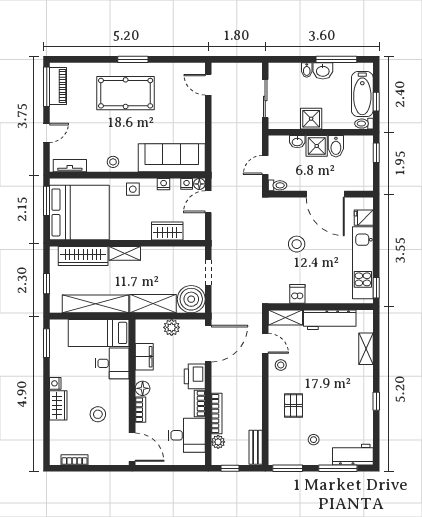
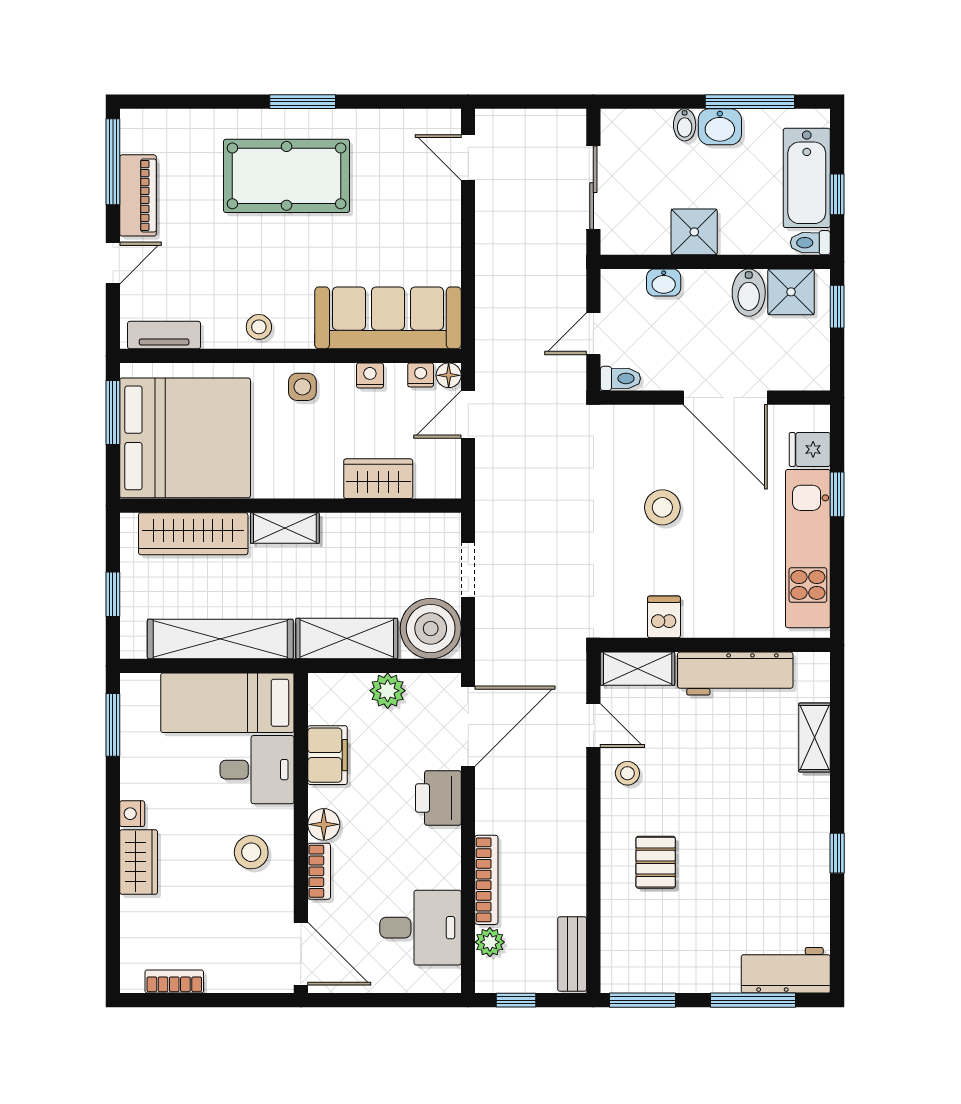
piano: (58, 86) -> (138, 195), moved
shower: (317, 146) -> (791, 292), moved
window: (376, 288) -> (837, 494), moved
bookcase: (200, 403) -> (449, 858), removed
stool: (98, 414) -> (251, 852), moved
stool: (314, 440) -> (700, 937), removed

